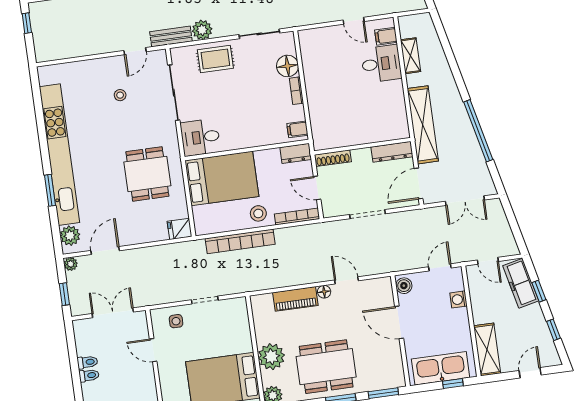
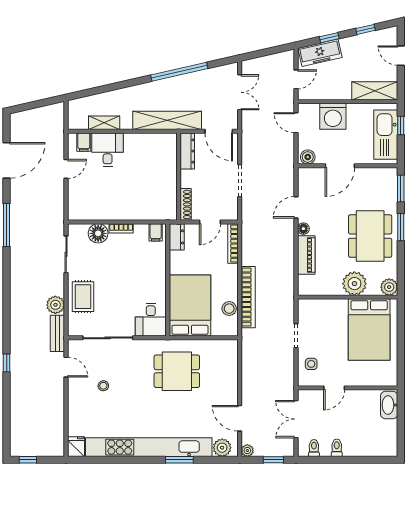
stool: (258, 213) -> (229, 309), moved
fridge: (180, 229) -> (76, 447), moved, turned 180
washing machine: (459, 299) -> (333, 116), width x1.89, depth x1.89
toilet: (89, 375) -> (314, 448), moved

